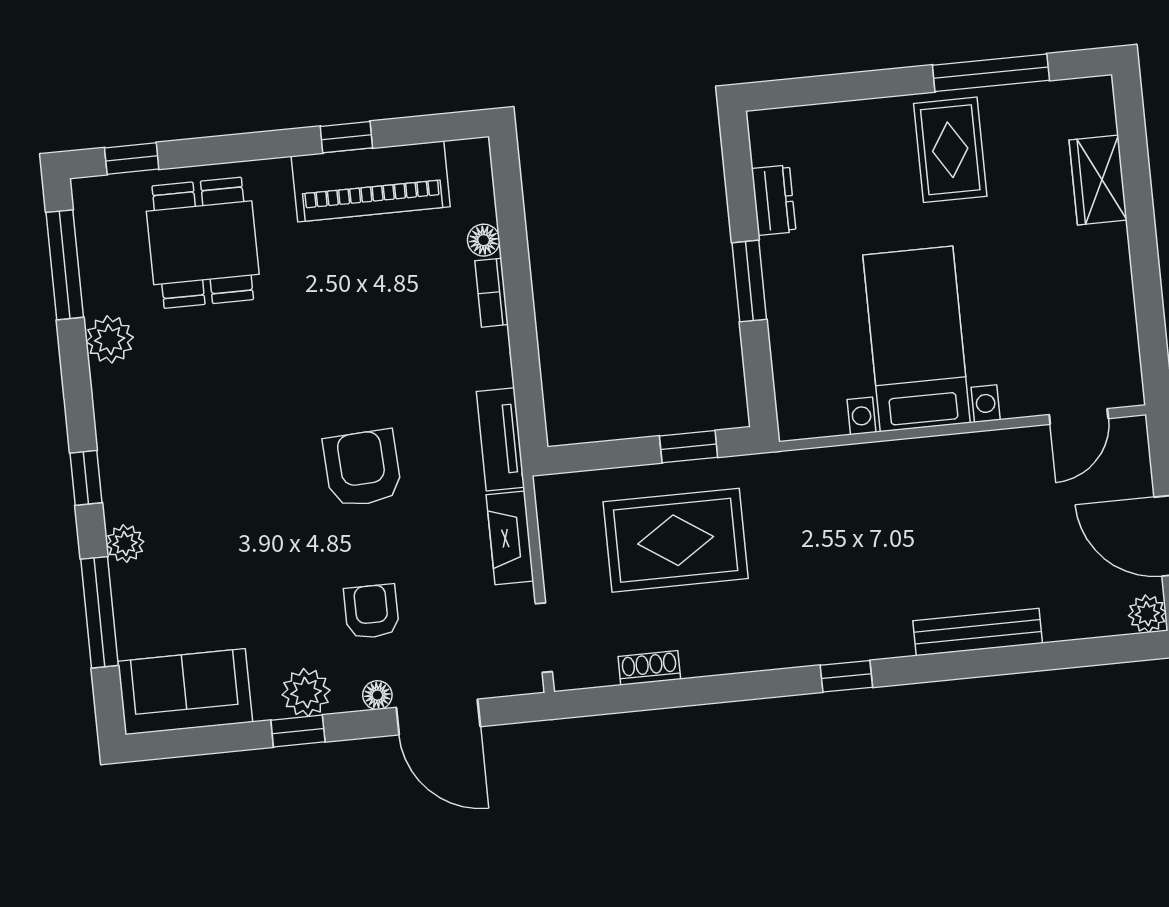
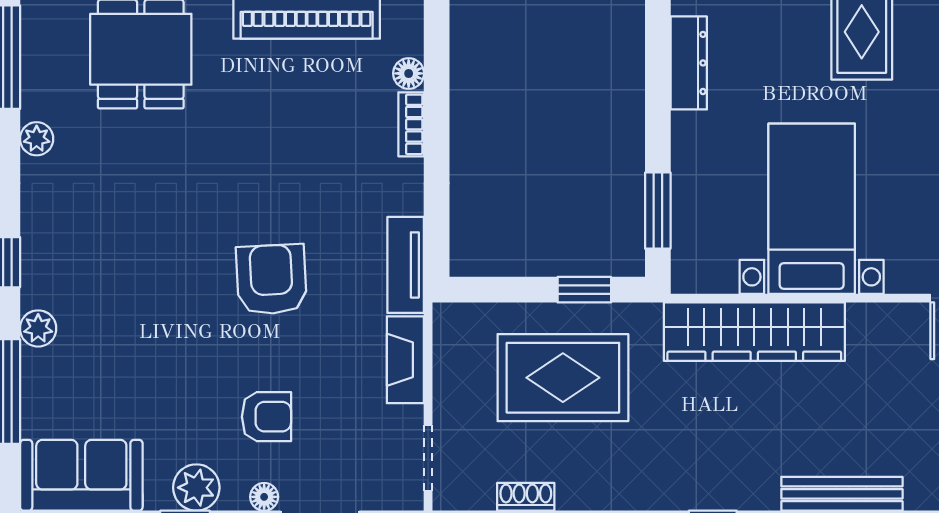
dresser: (774, 200) -> (689, 63), width x1.44
window: (749, 281) -> (658, 211), moved
plant: (110, 339) -> (37, 139), width x0.73, depth x0.73
wardrobe: (870, 473) -> (754, 332), added
armchair: (371, 611) -> (266, 417), turned 90

